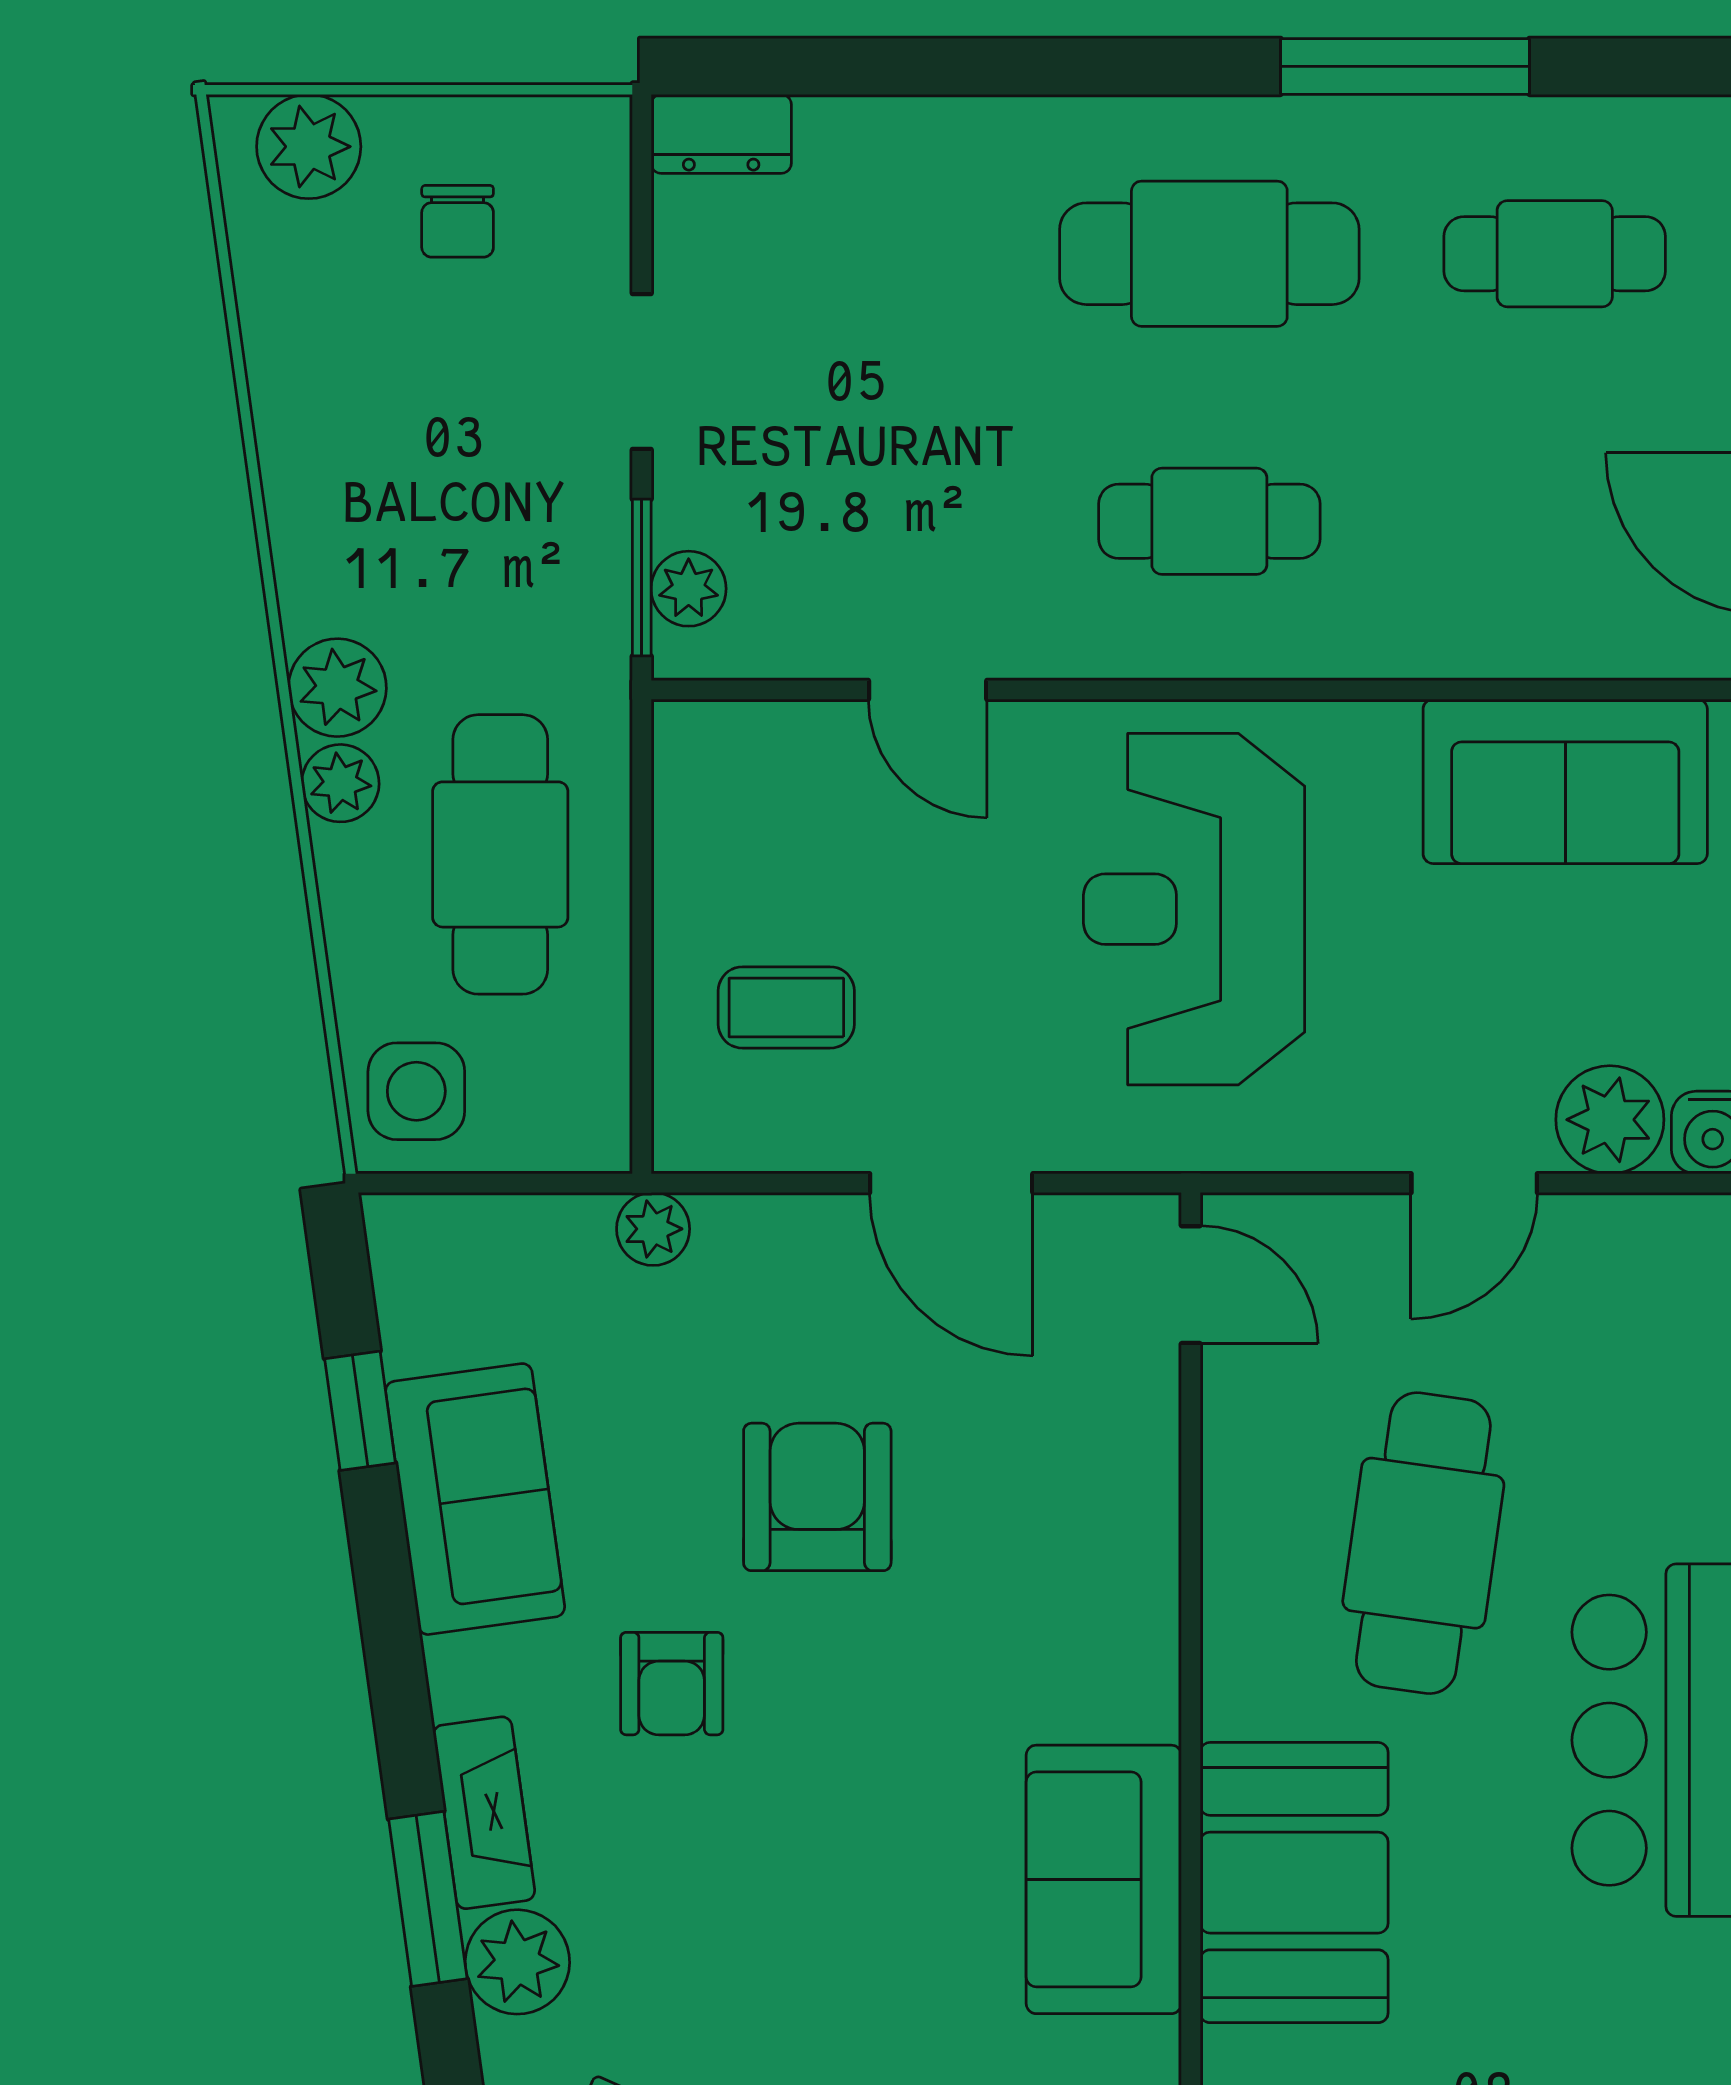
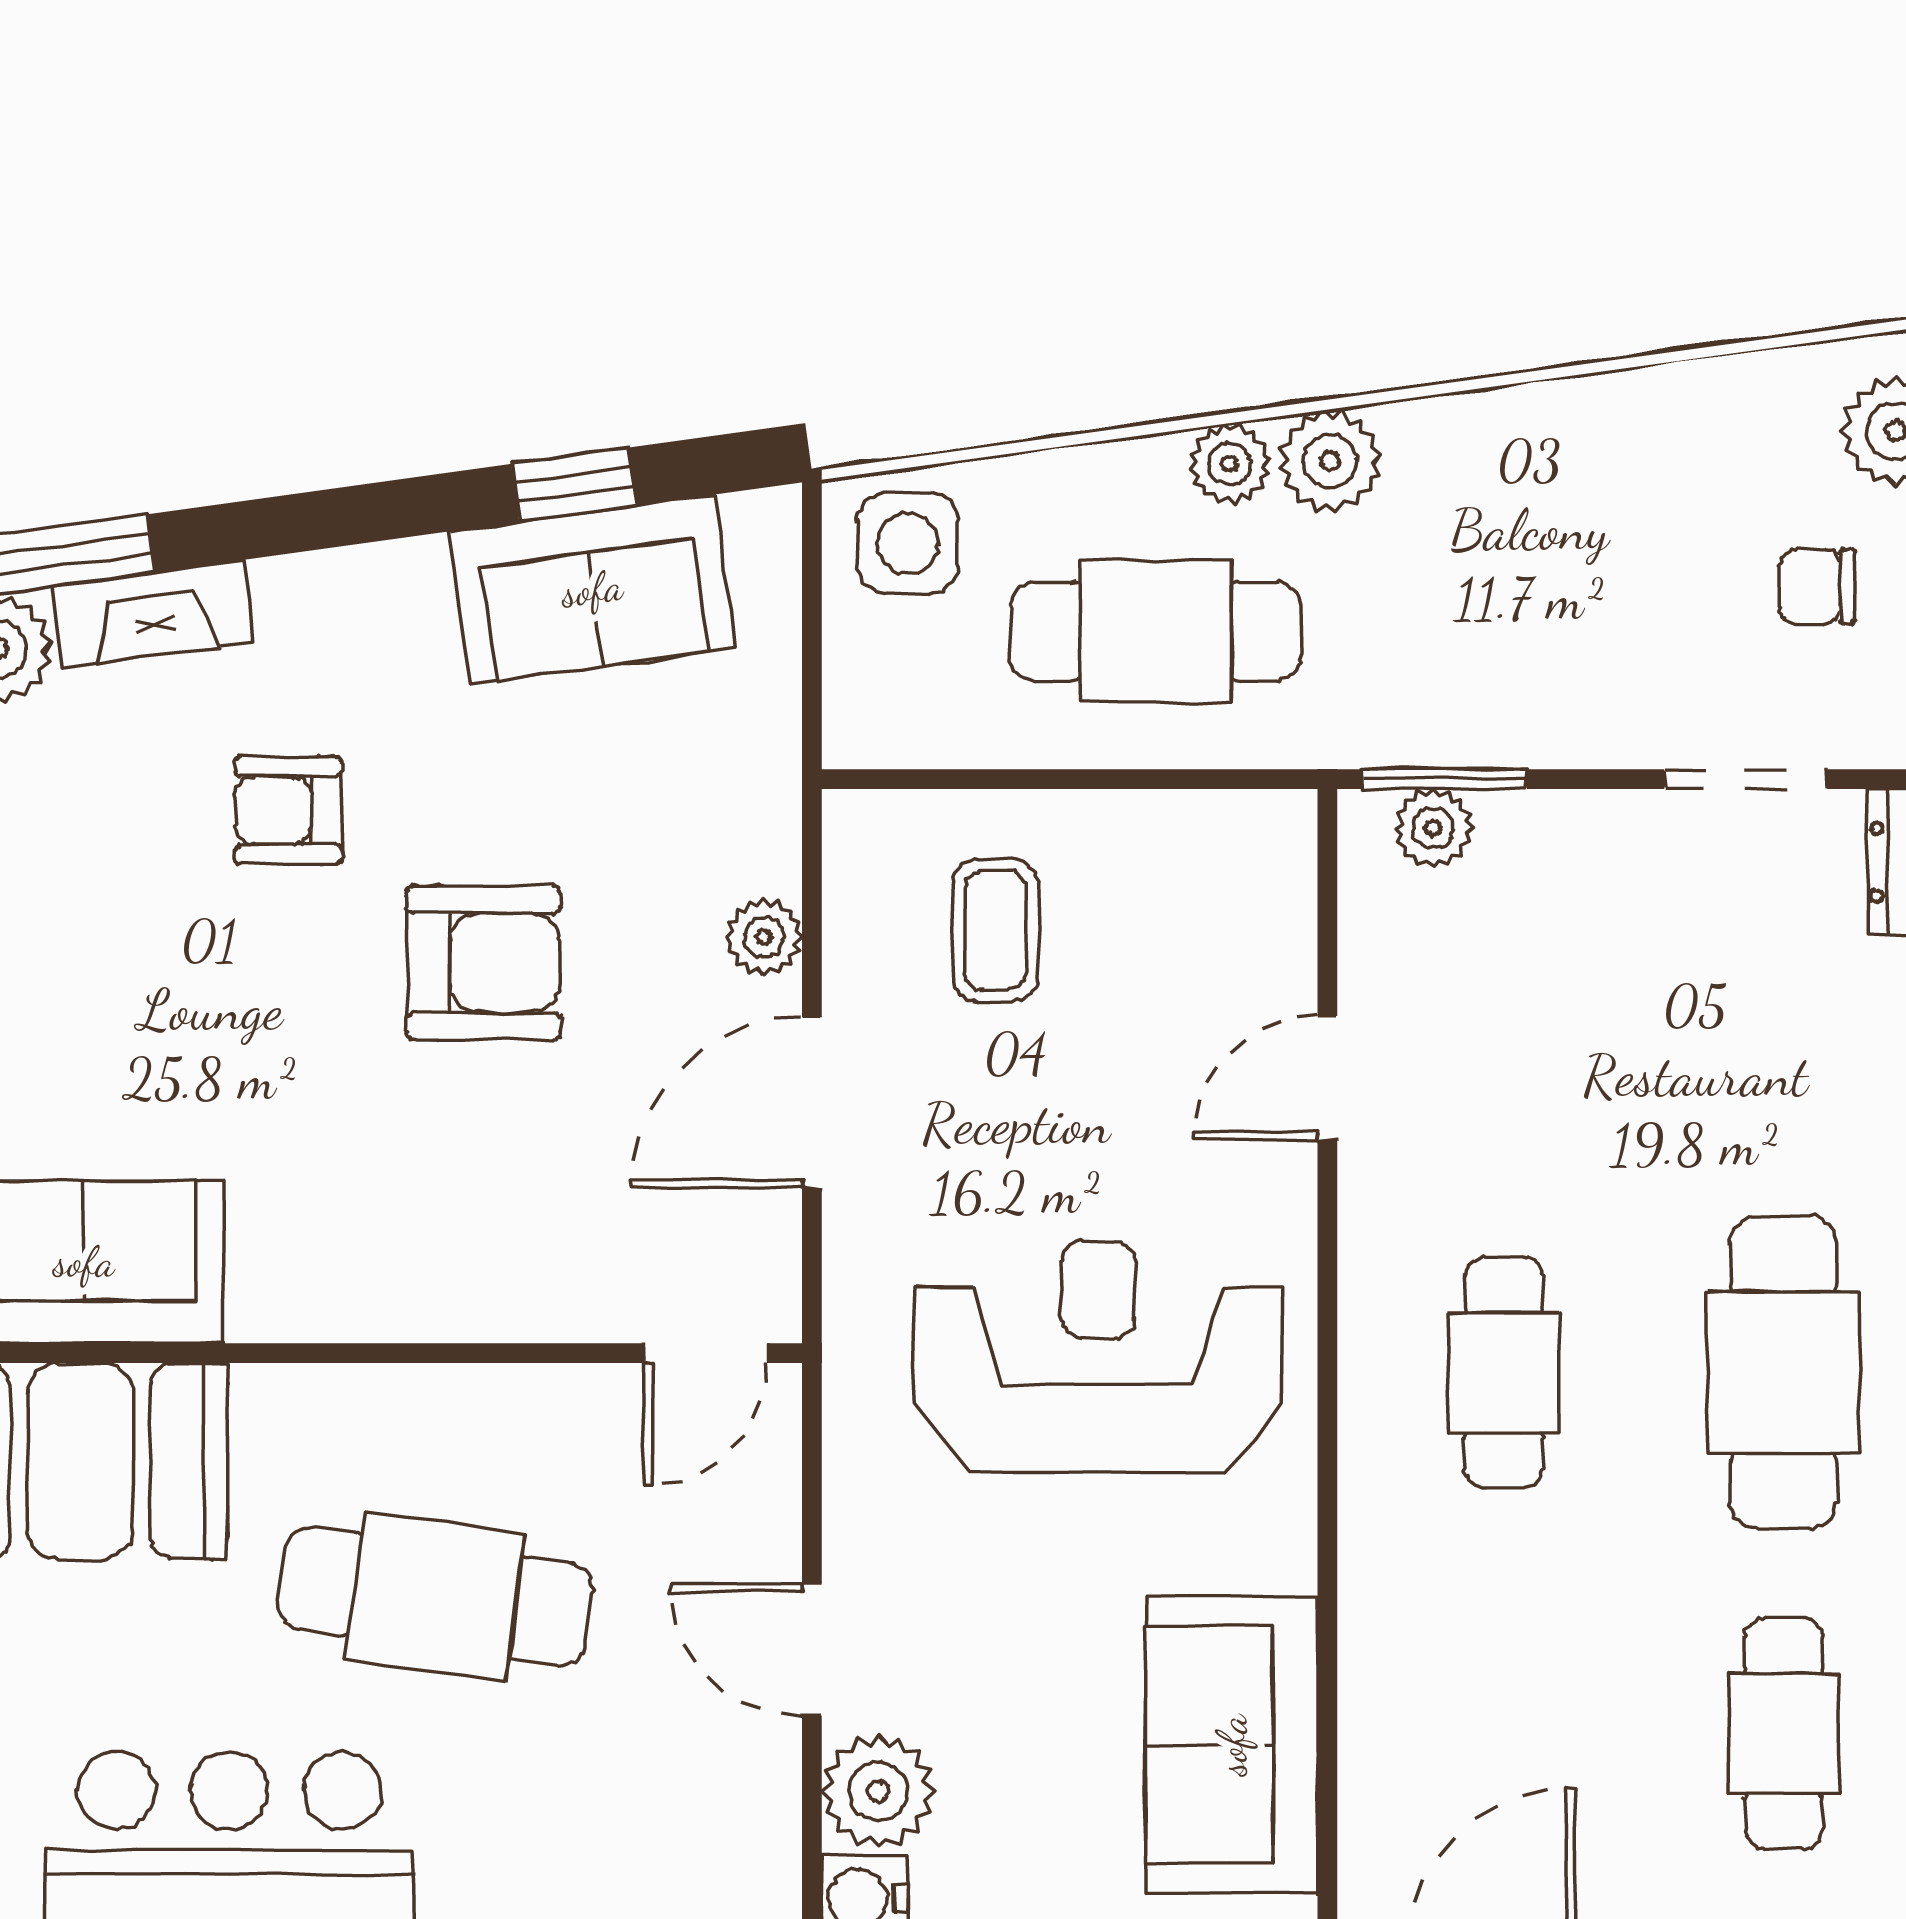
doorway: (642, 372) -> (1746, 779), moved
plant: (653, 1229) -> (764, 937), moved
sofa: (475, 1499) -> (592, 589), moved

